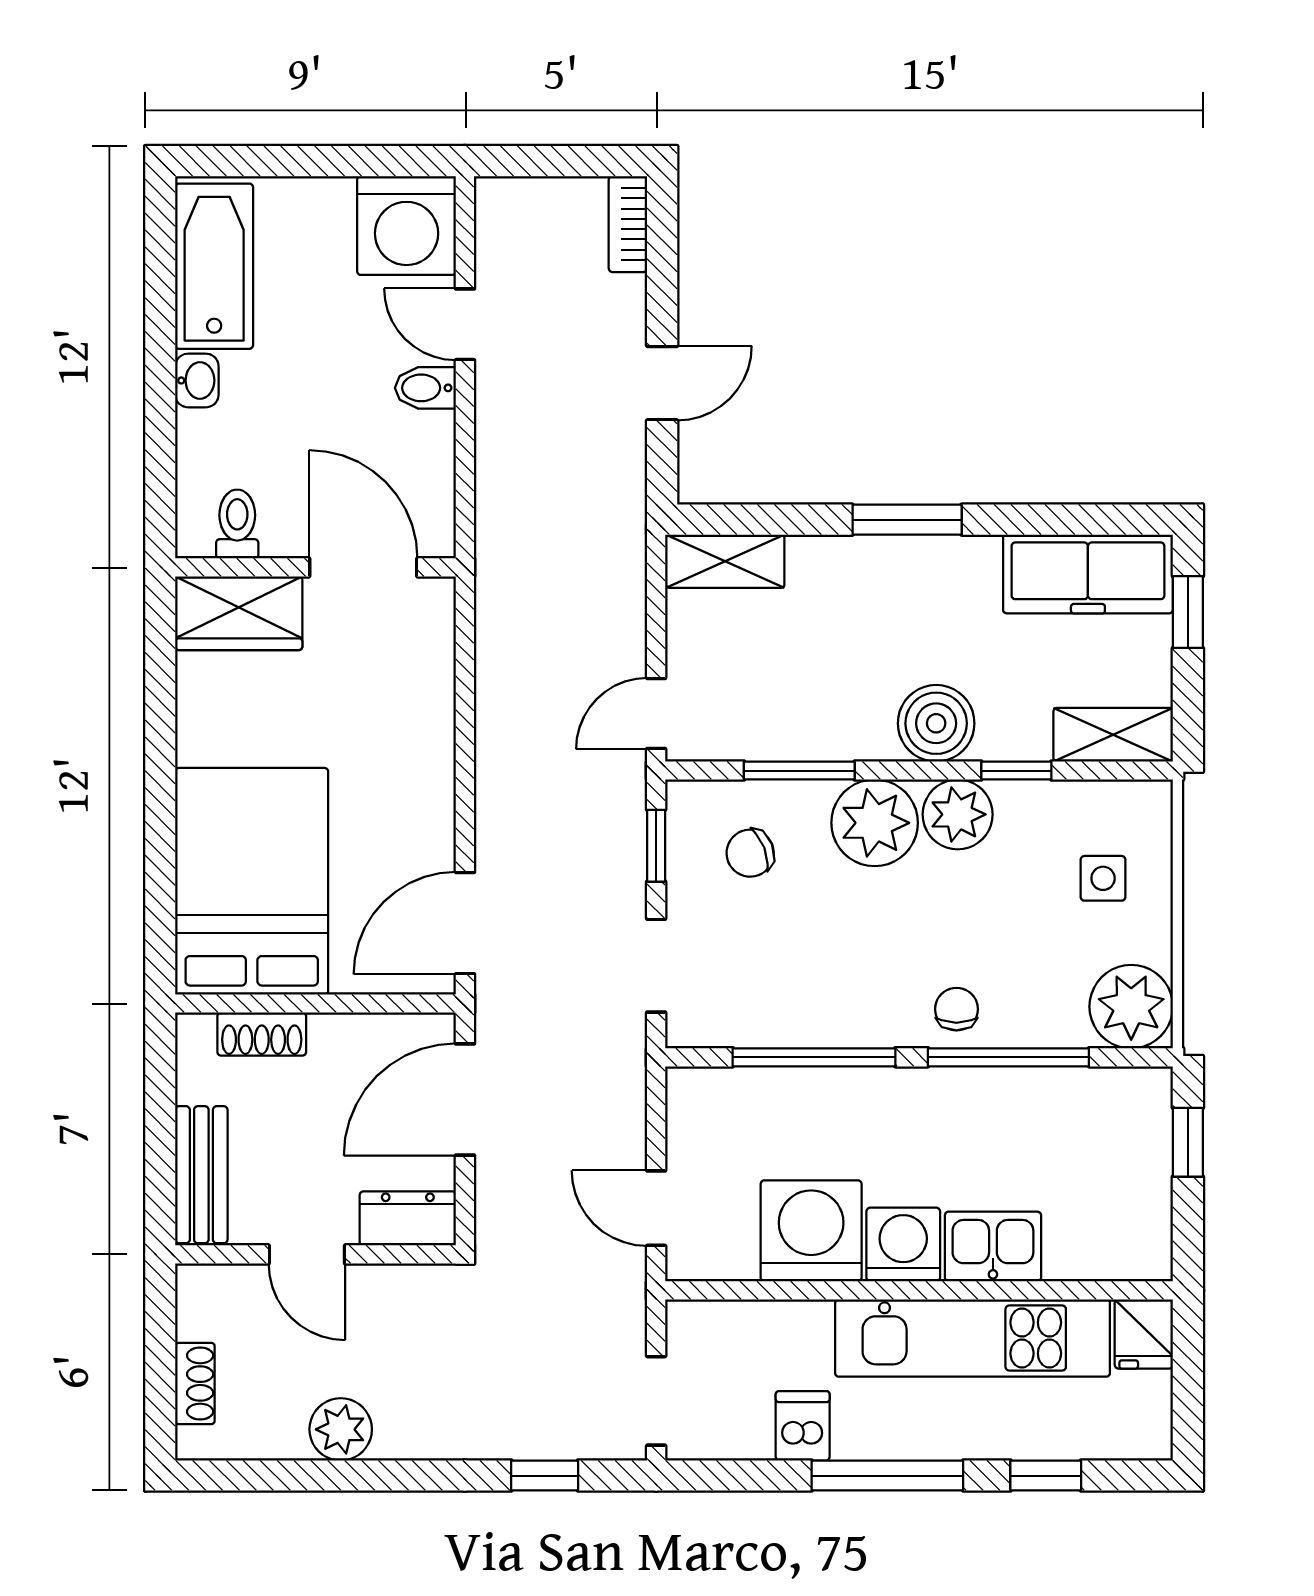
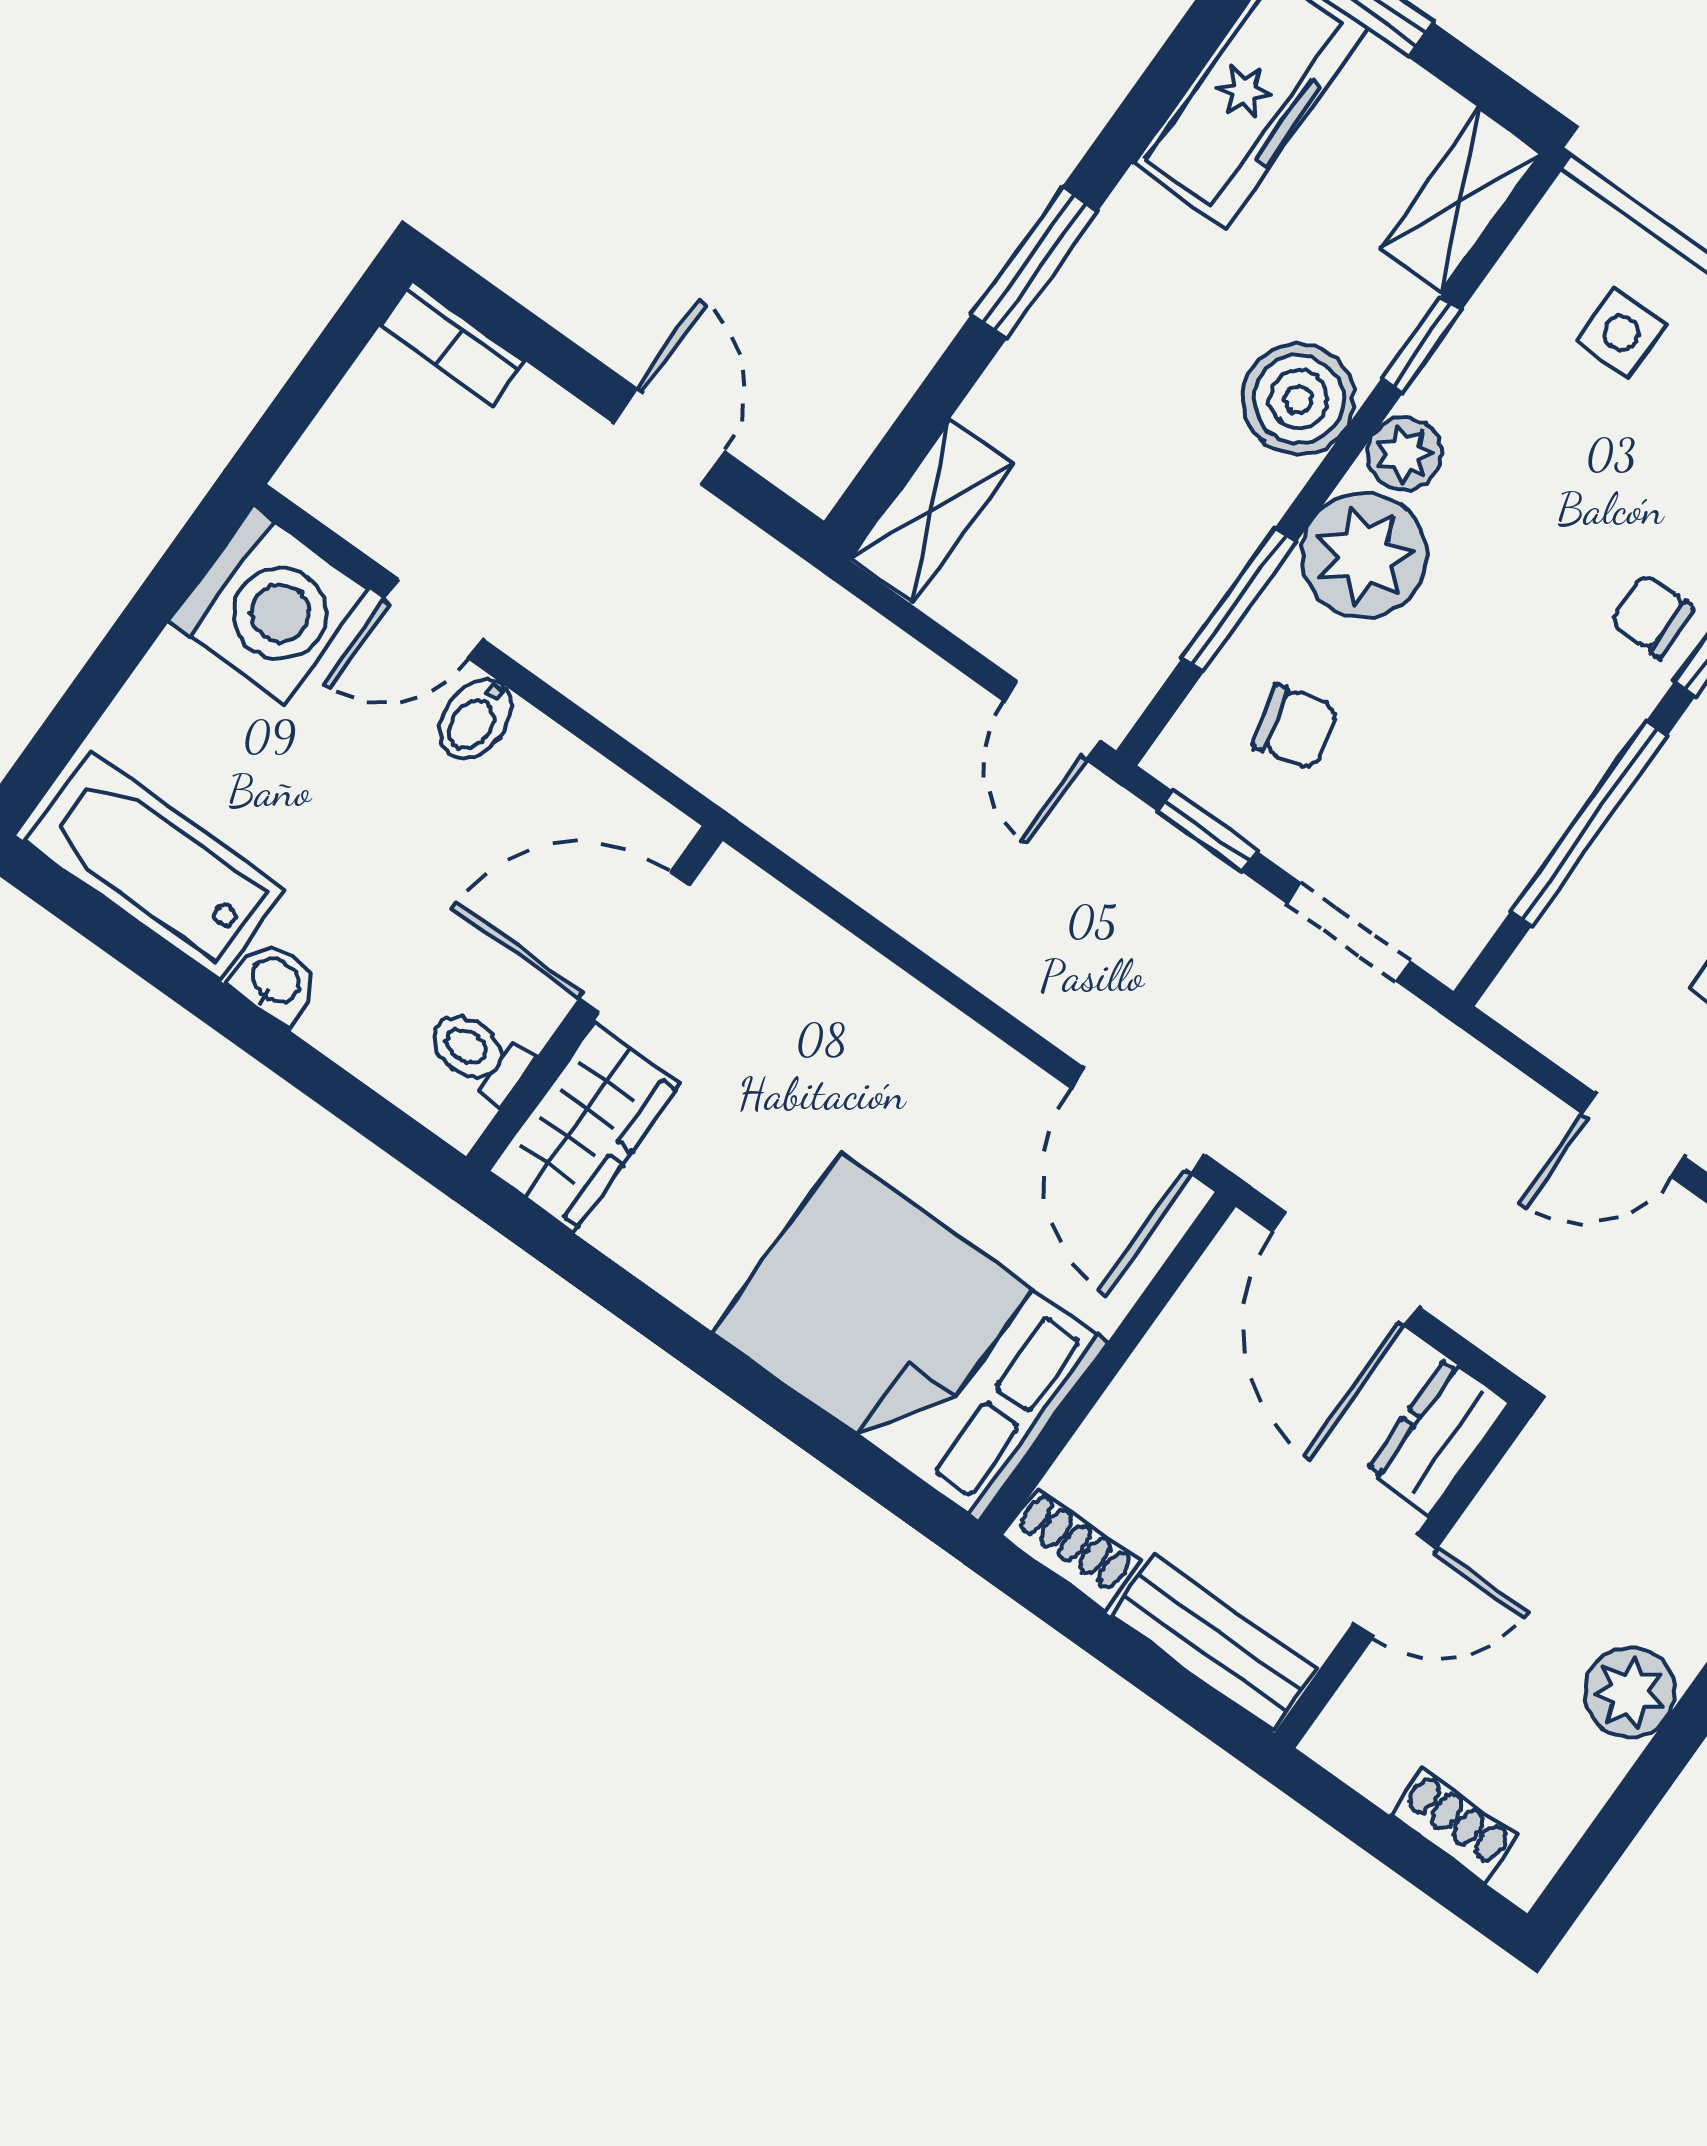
plant: (958, 814) -> (1405, 454), width x0.73, depth x0.73
chair: (750, 853) -> (1295, 727), turned -83
shoe rack: (262, 1034) -> (1071, 1549), moved, turned -90

